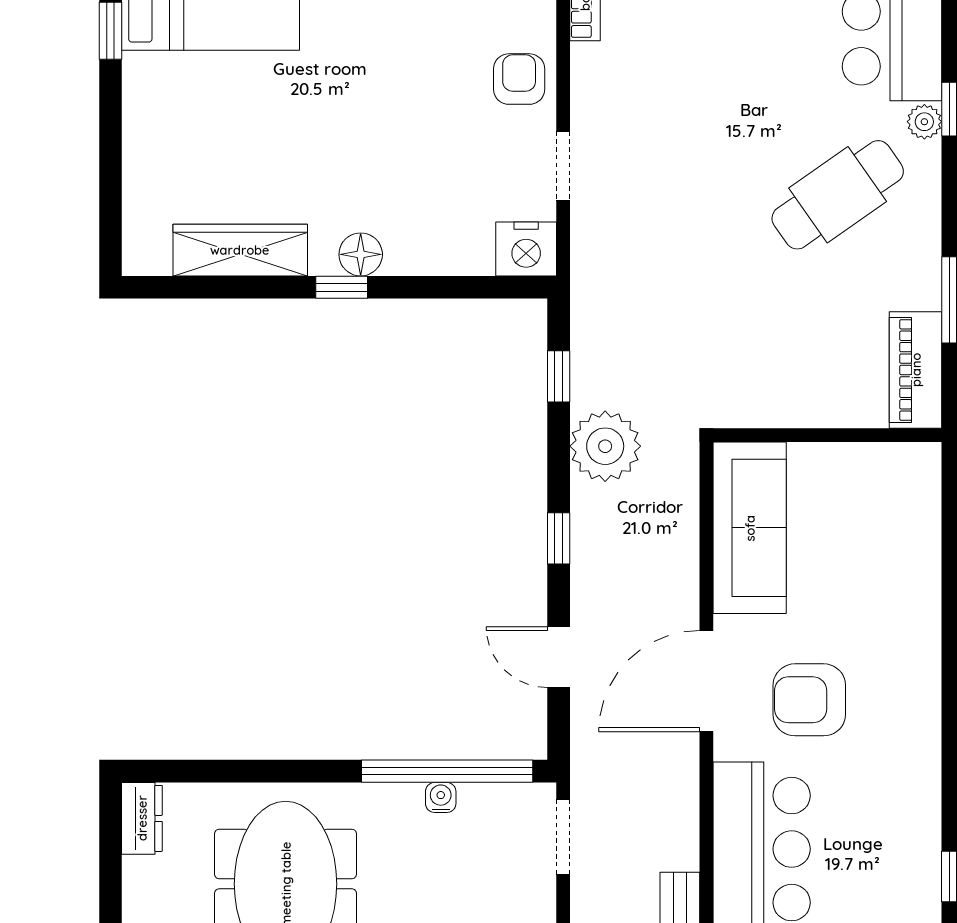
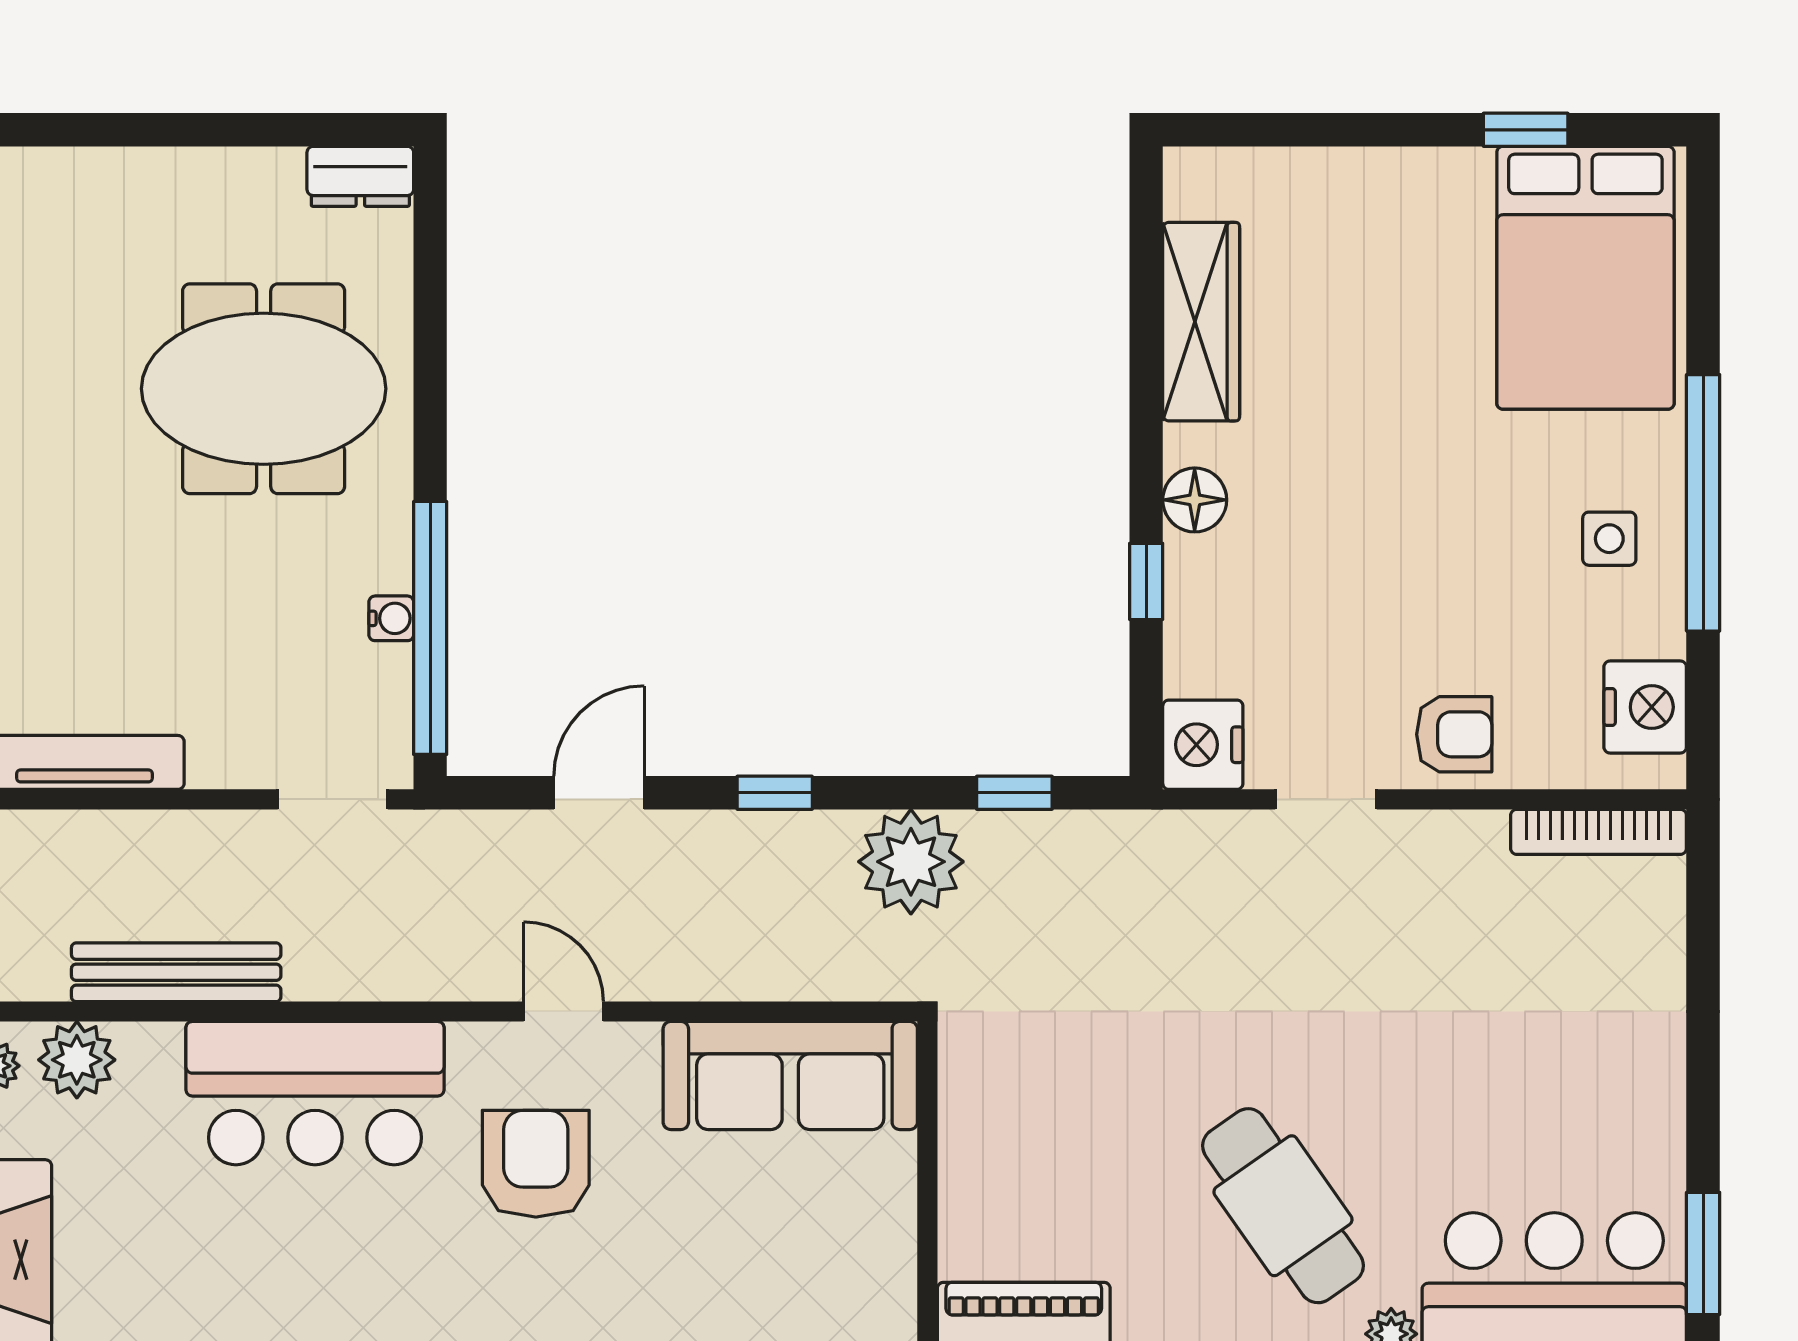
window: (342, 287) -> (1146, 581), moved
door: (706, 681) -> (563, 1012), width x0.53

